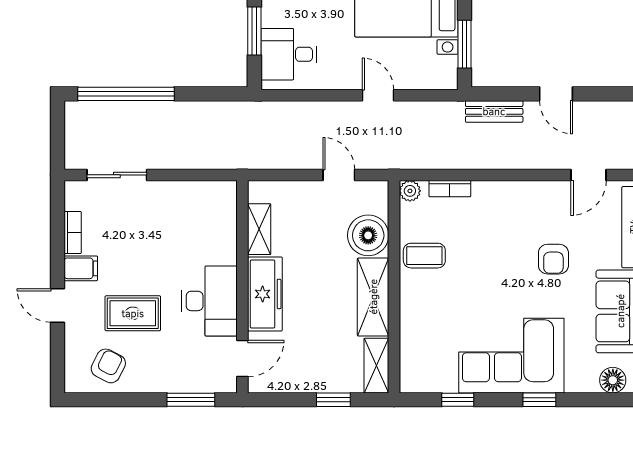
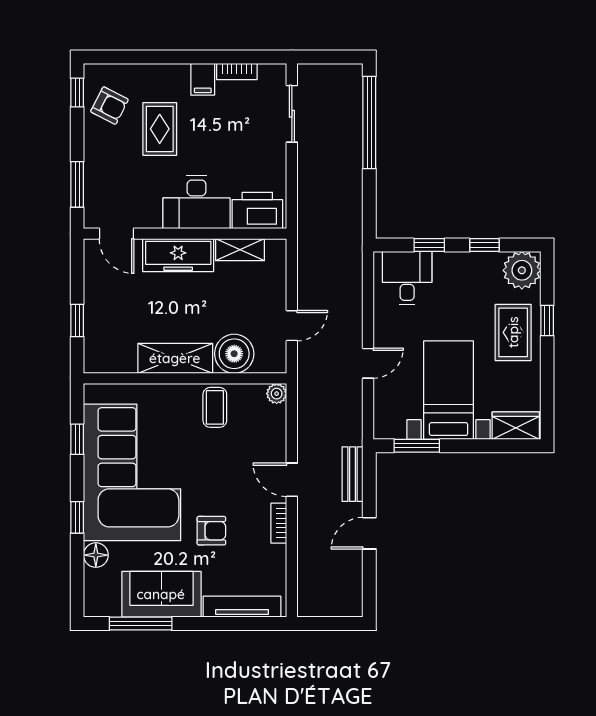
window: (254, 31) -> (429, 245), width x0.67
door: (589, 175) -> (292, 480), moved
bookcase: (450, 189) -> (279, 523), moved
printer: (218, 211) -> (257, 210), added
armchair: (553, 259) -> (211, 531), turned 180
desk: (209, 301) -> (197, 202), moved
door: (58, 306) -> (167, 57), removed
corner sofa: (511, 356) -> (132, 472), width x1.36, depth x1.36
shelving: (376, 366) -> (110, 362), removed
floor lamp: (613, 380) -> (96, 555), moved
window: (95, 400) -> (77, 93), added

